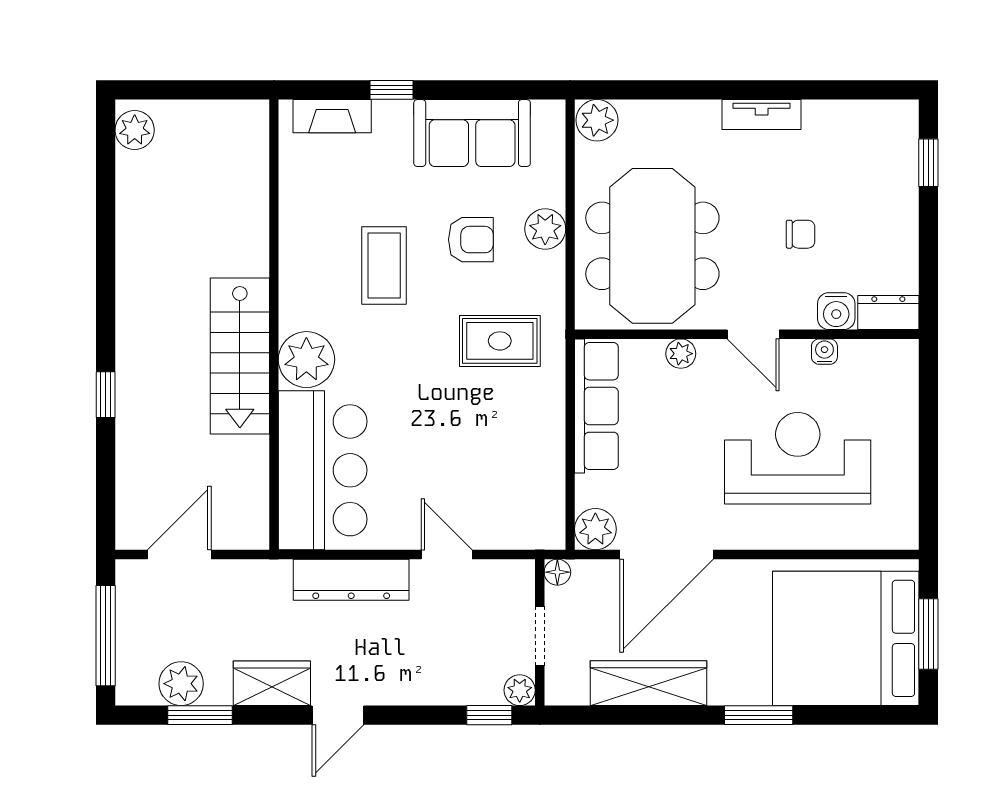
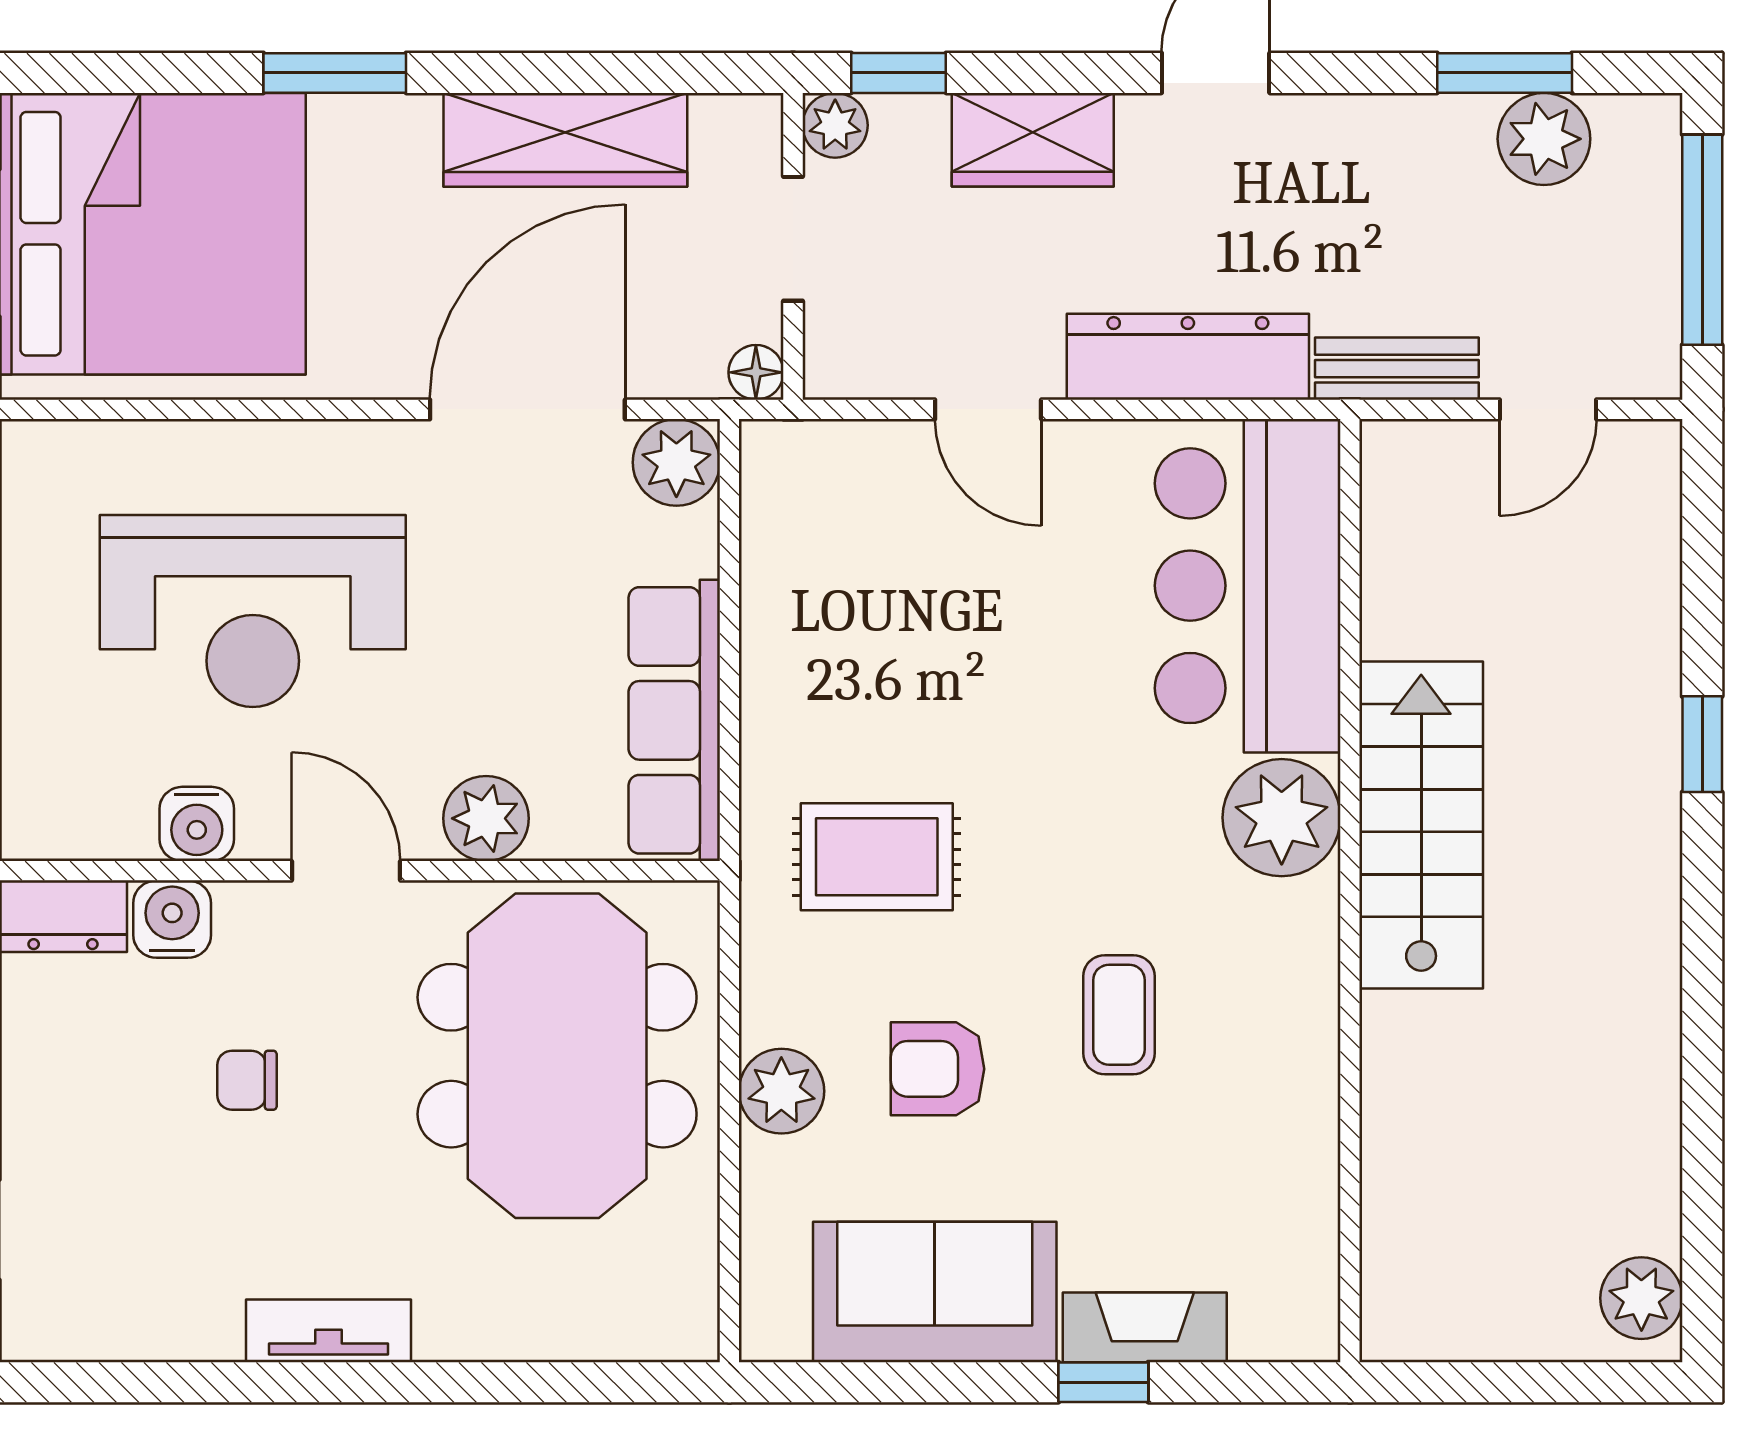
fireplace: (332, 116) -> (1145, 1327), moved
plant: (597, 120) -> (673, 1319), removed
coffee table: (384, 265) -> (1119, 1015), width x0.73, depth x0.77
water cooler: (824, 352) -> (197, 824), width x1.38, depth x1.38
plant: (681, 354) -> (486, 818), width x1.38, depth x1.38
door: (179, 555) -> (1548, 409), width x0.73
bench: (251, 574) -> (1397, 369), added
wardrobe: (272, 683) -> (1033, 140), moved

